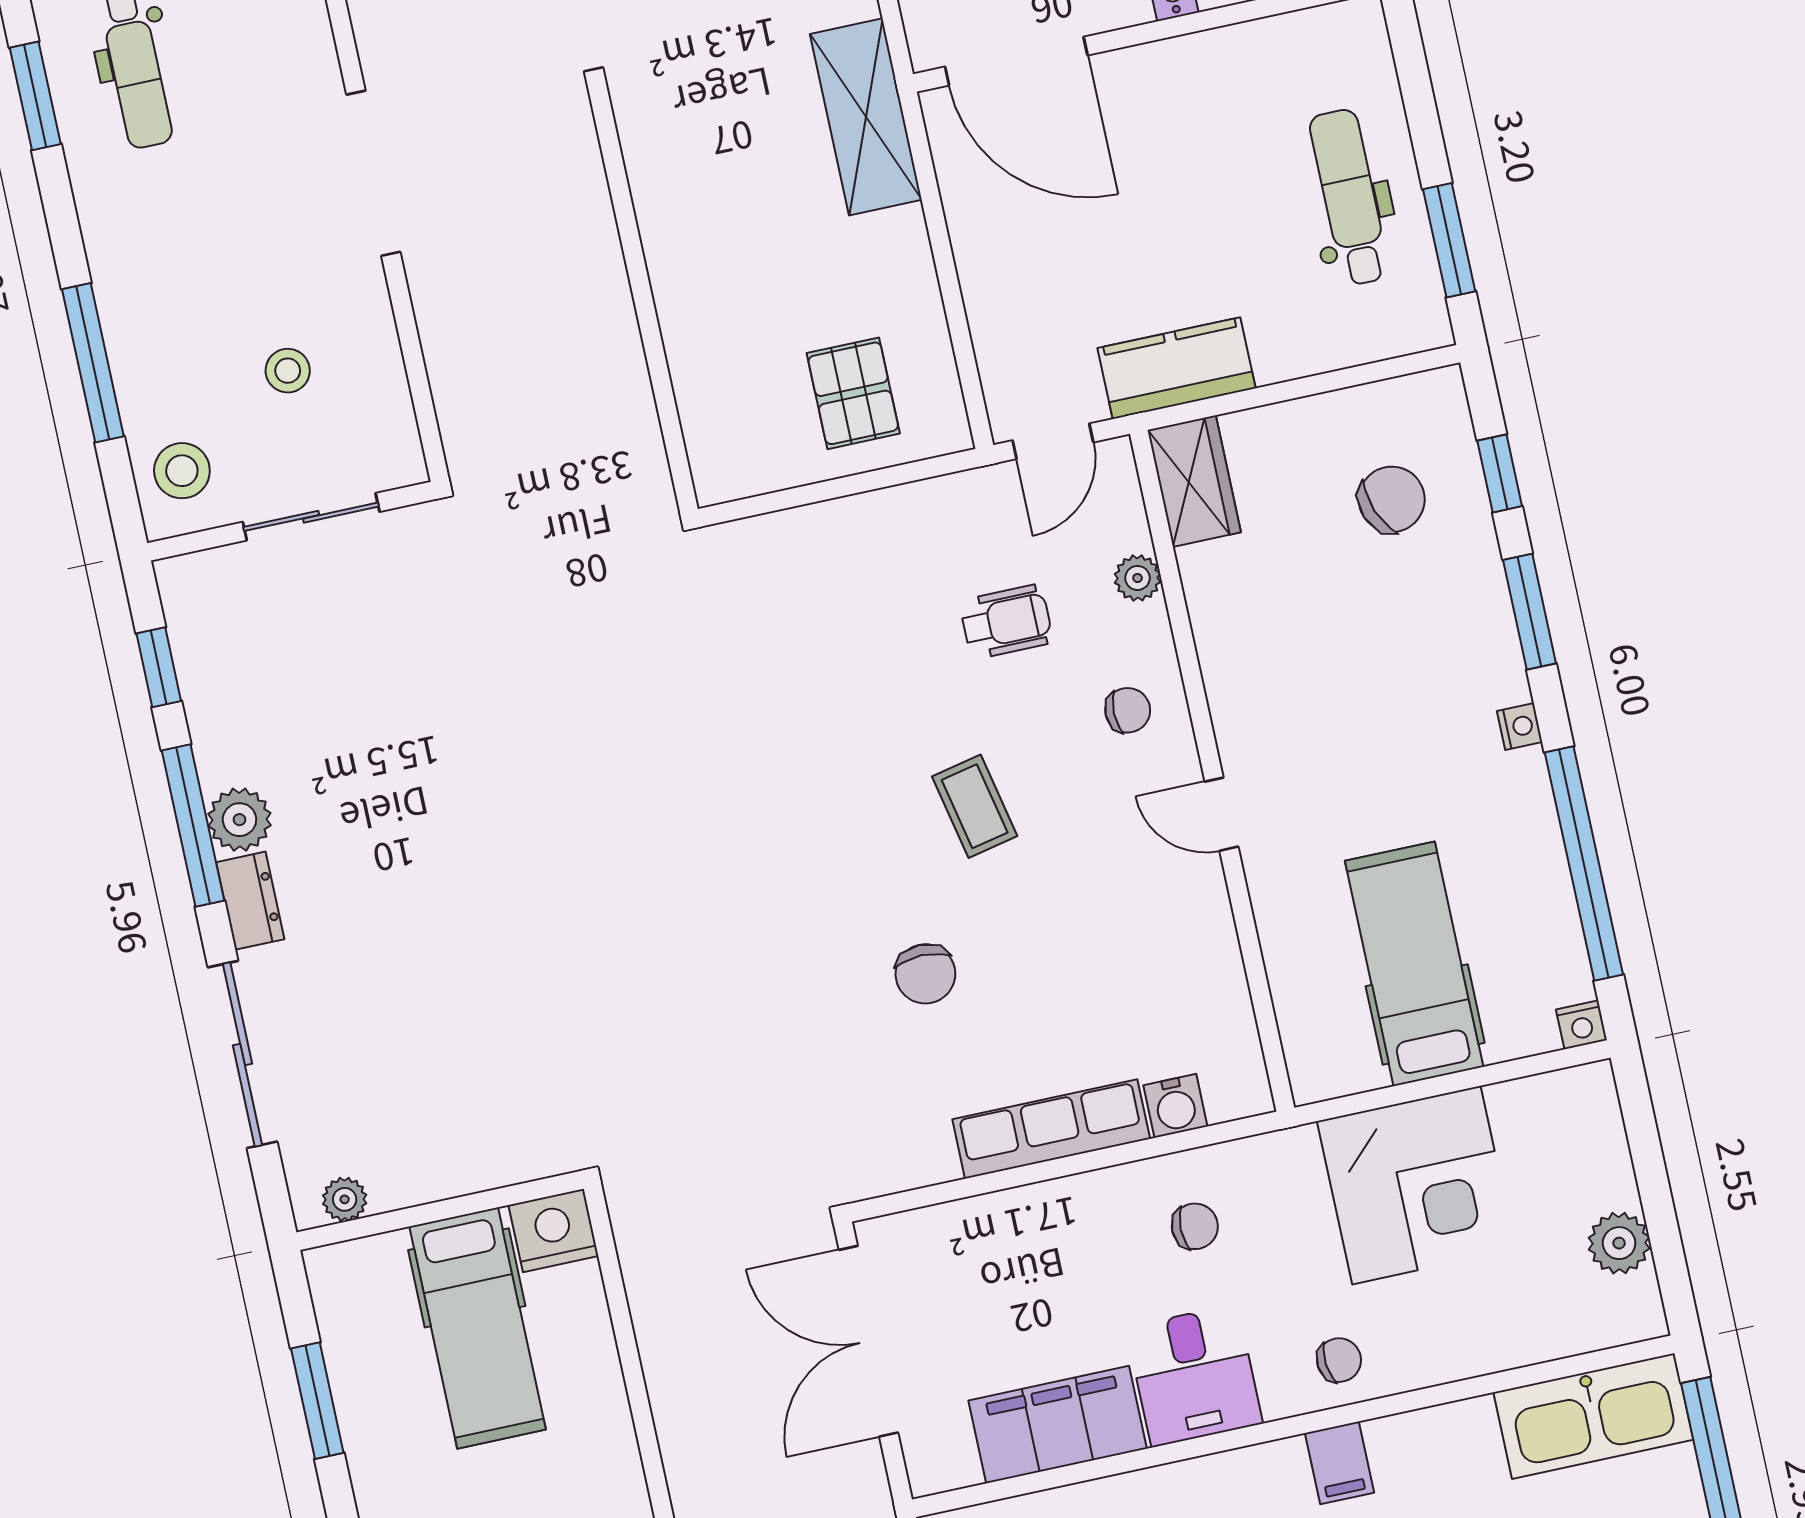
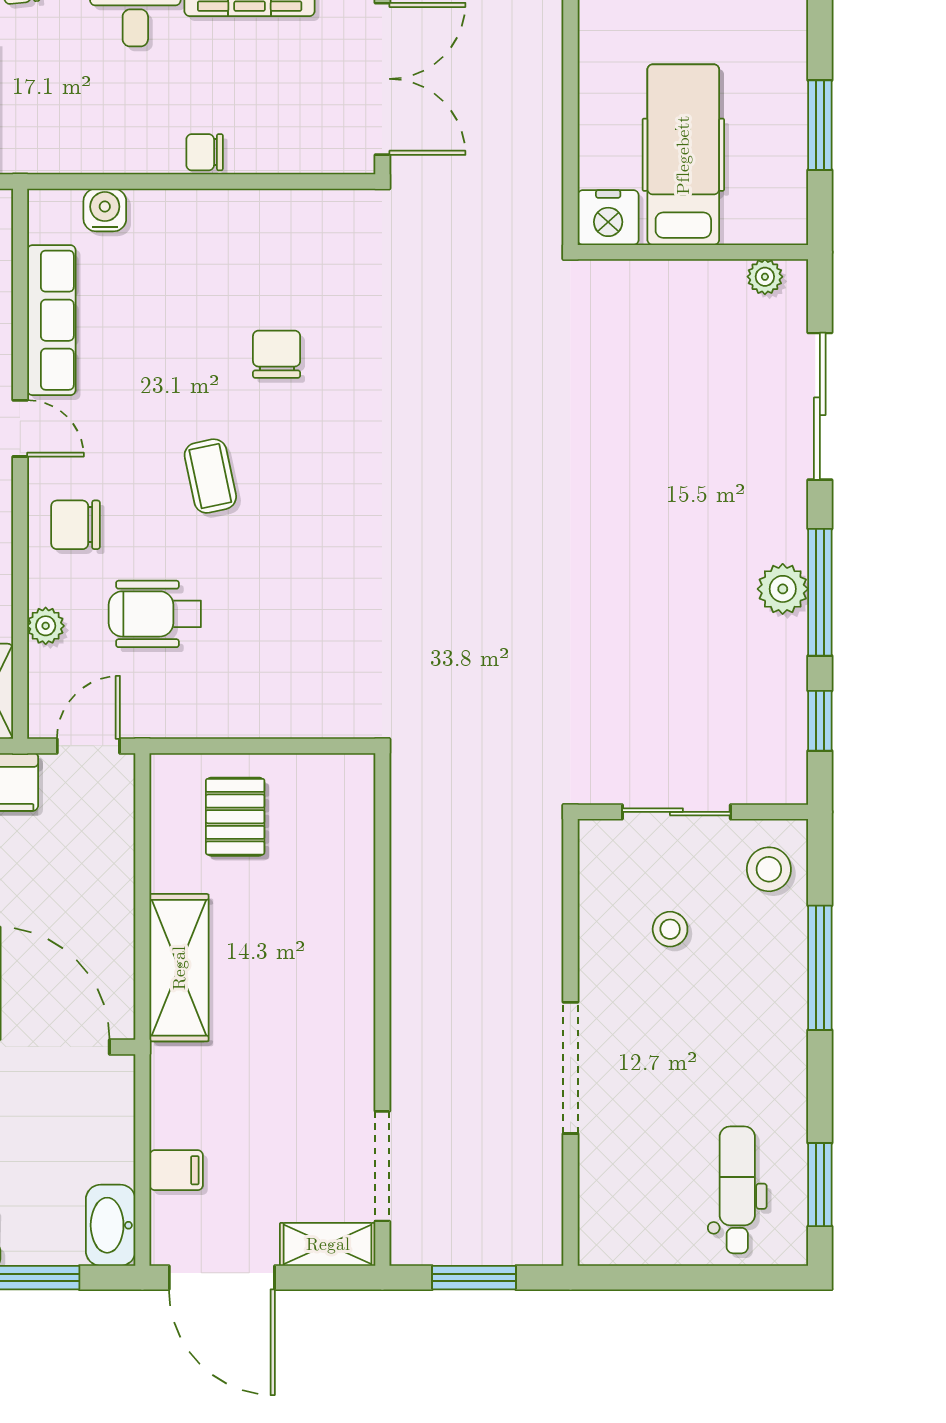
shelving: (866, 117) -> (179, 968), moved
wheelchair: (1006, 622) -> (155, 614), width x1.36, depth x1.37
chair: (1128, 710) -> (75, 525), width x1.37, depth x1.37
dresser: (250, 901) -> (788, 524), removed
row of seats: (1051, 1129) -> (51, 320), moved, turned -90
chair: (1195, 1226) -> (205, 152), moved

